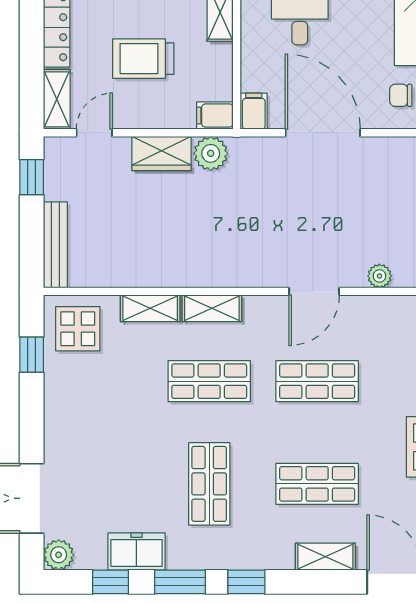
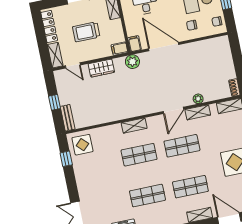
door: (94, 133) -> (73, 65), swing flipped
plant: (211, 153) -> (132, 62), moved
window: (32, 177) -> (55, 102), moved
bench: (55, 245) -> (68, 118), width x0.73
shelving: (150, 308) -> (198, 112), moved
shop shelf: (209, 484) -> (147, 196), turned 90

